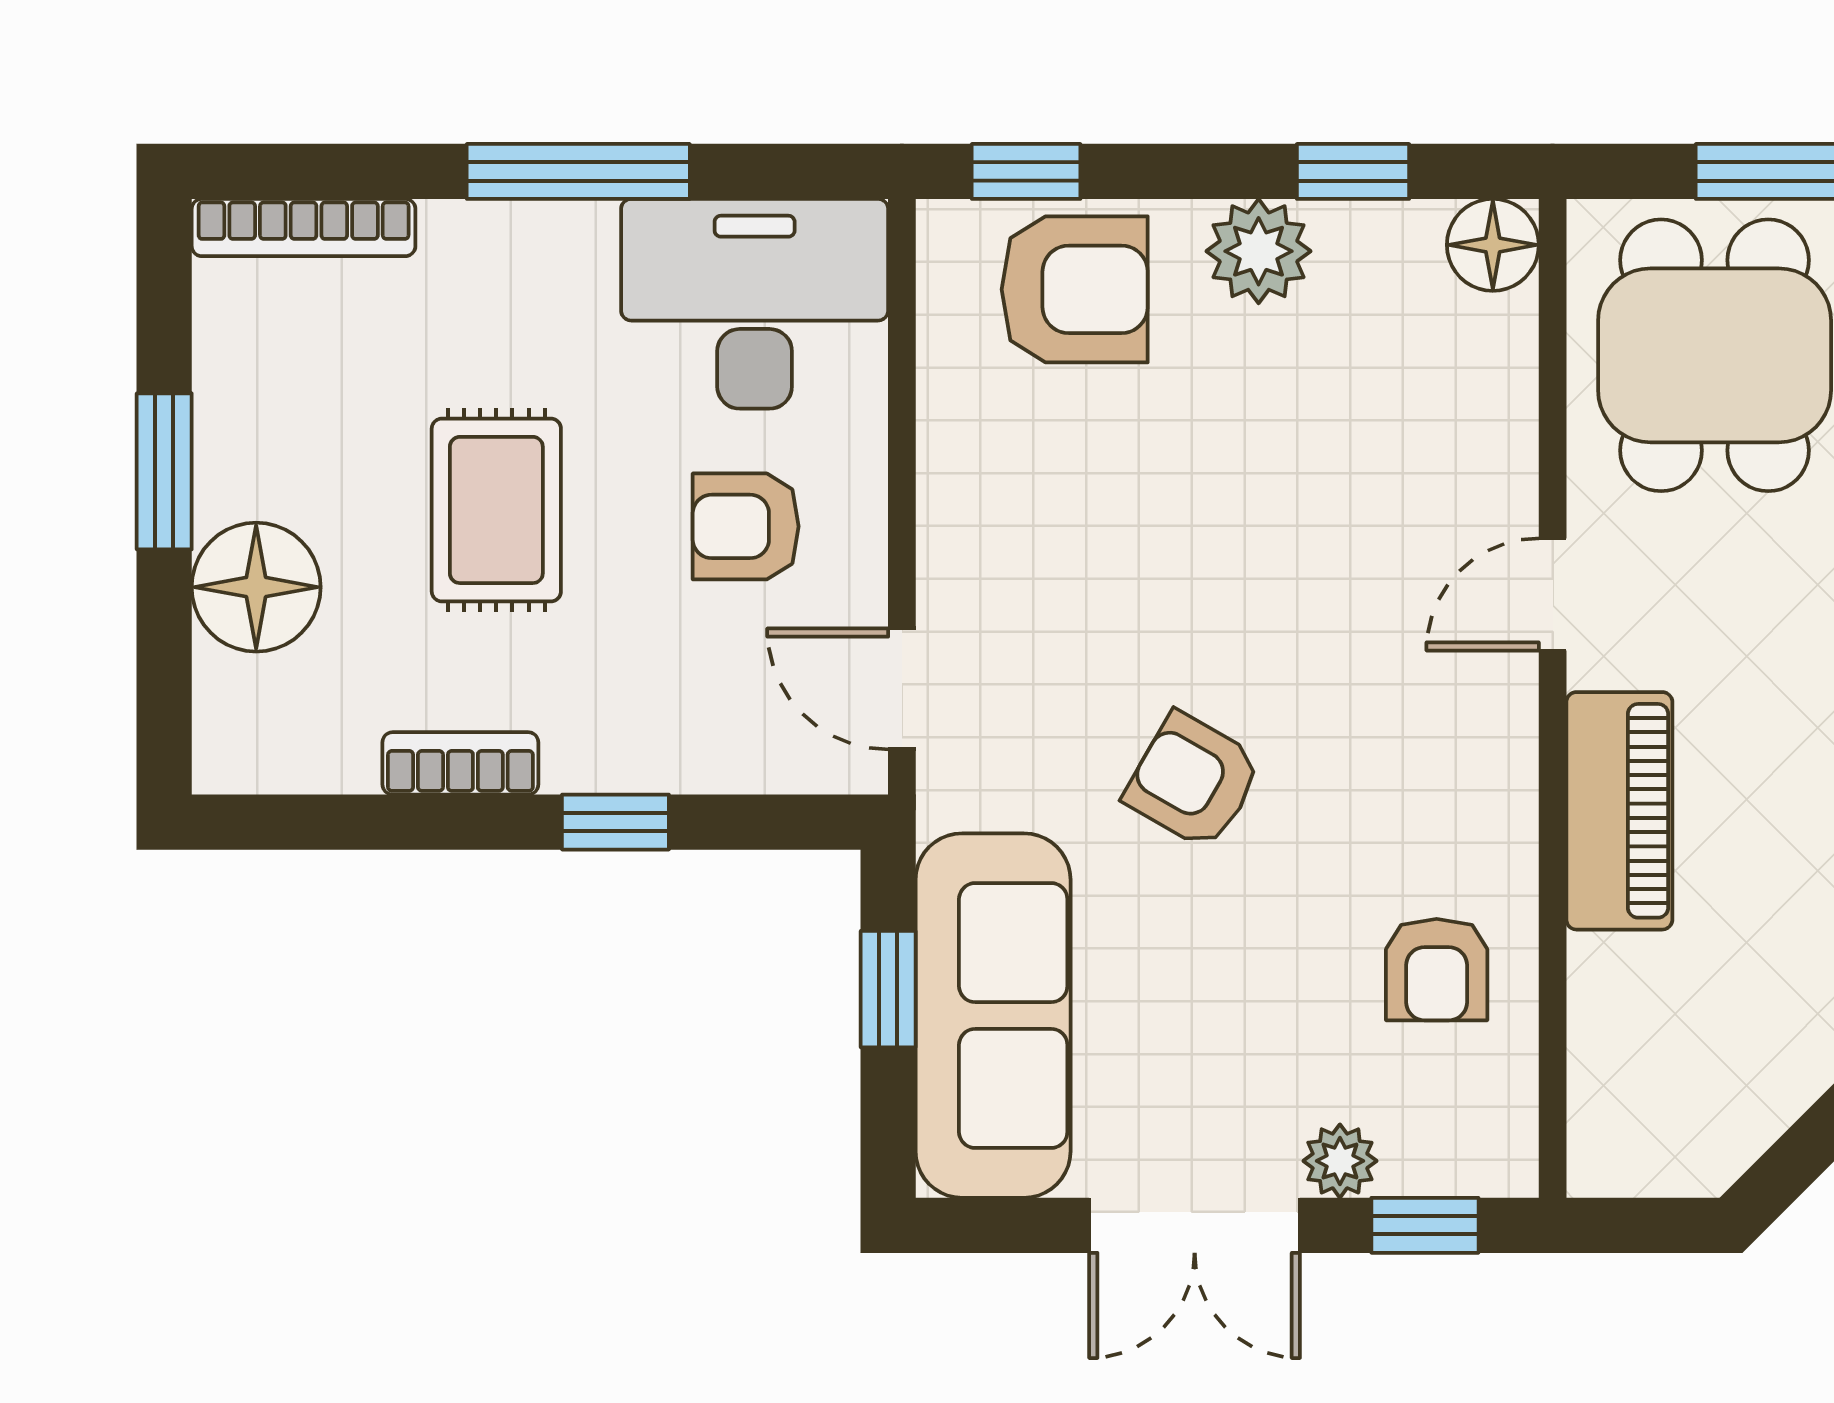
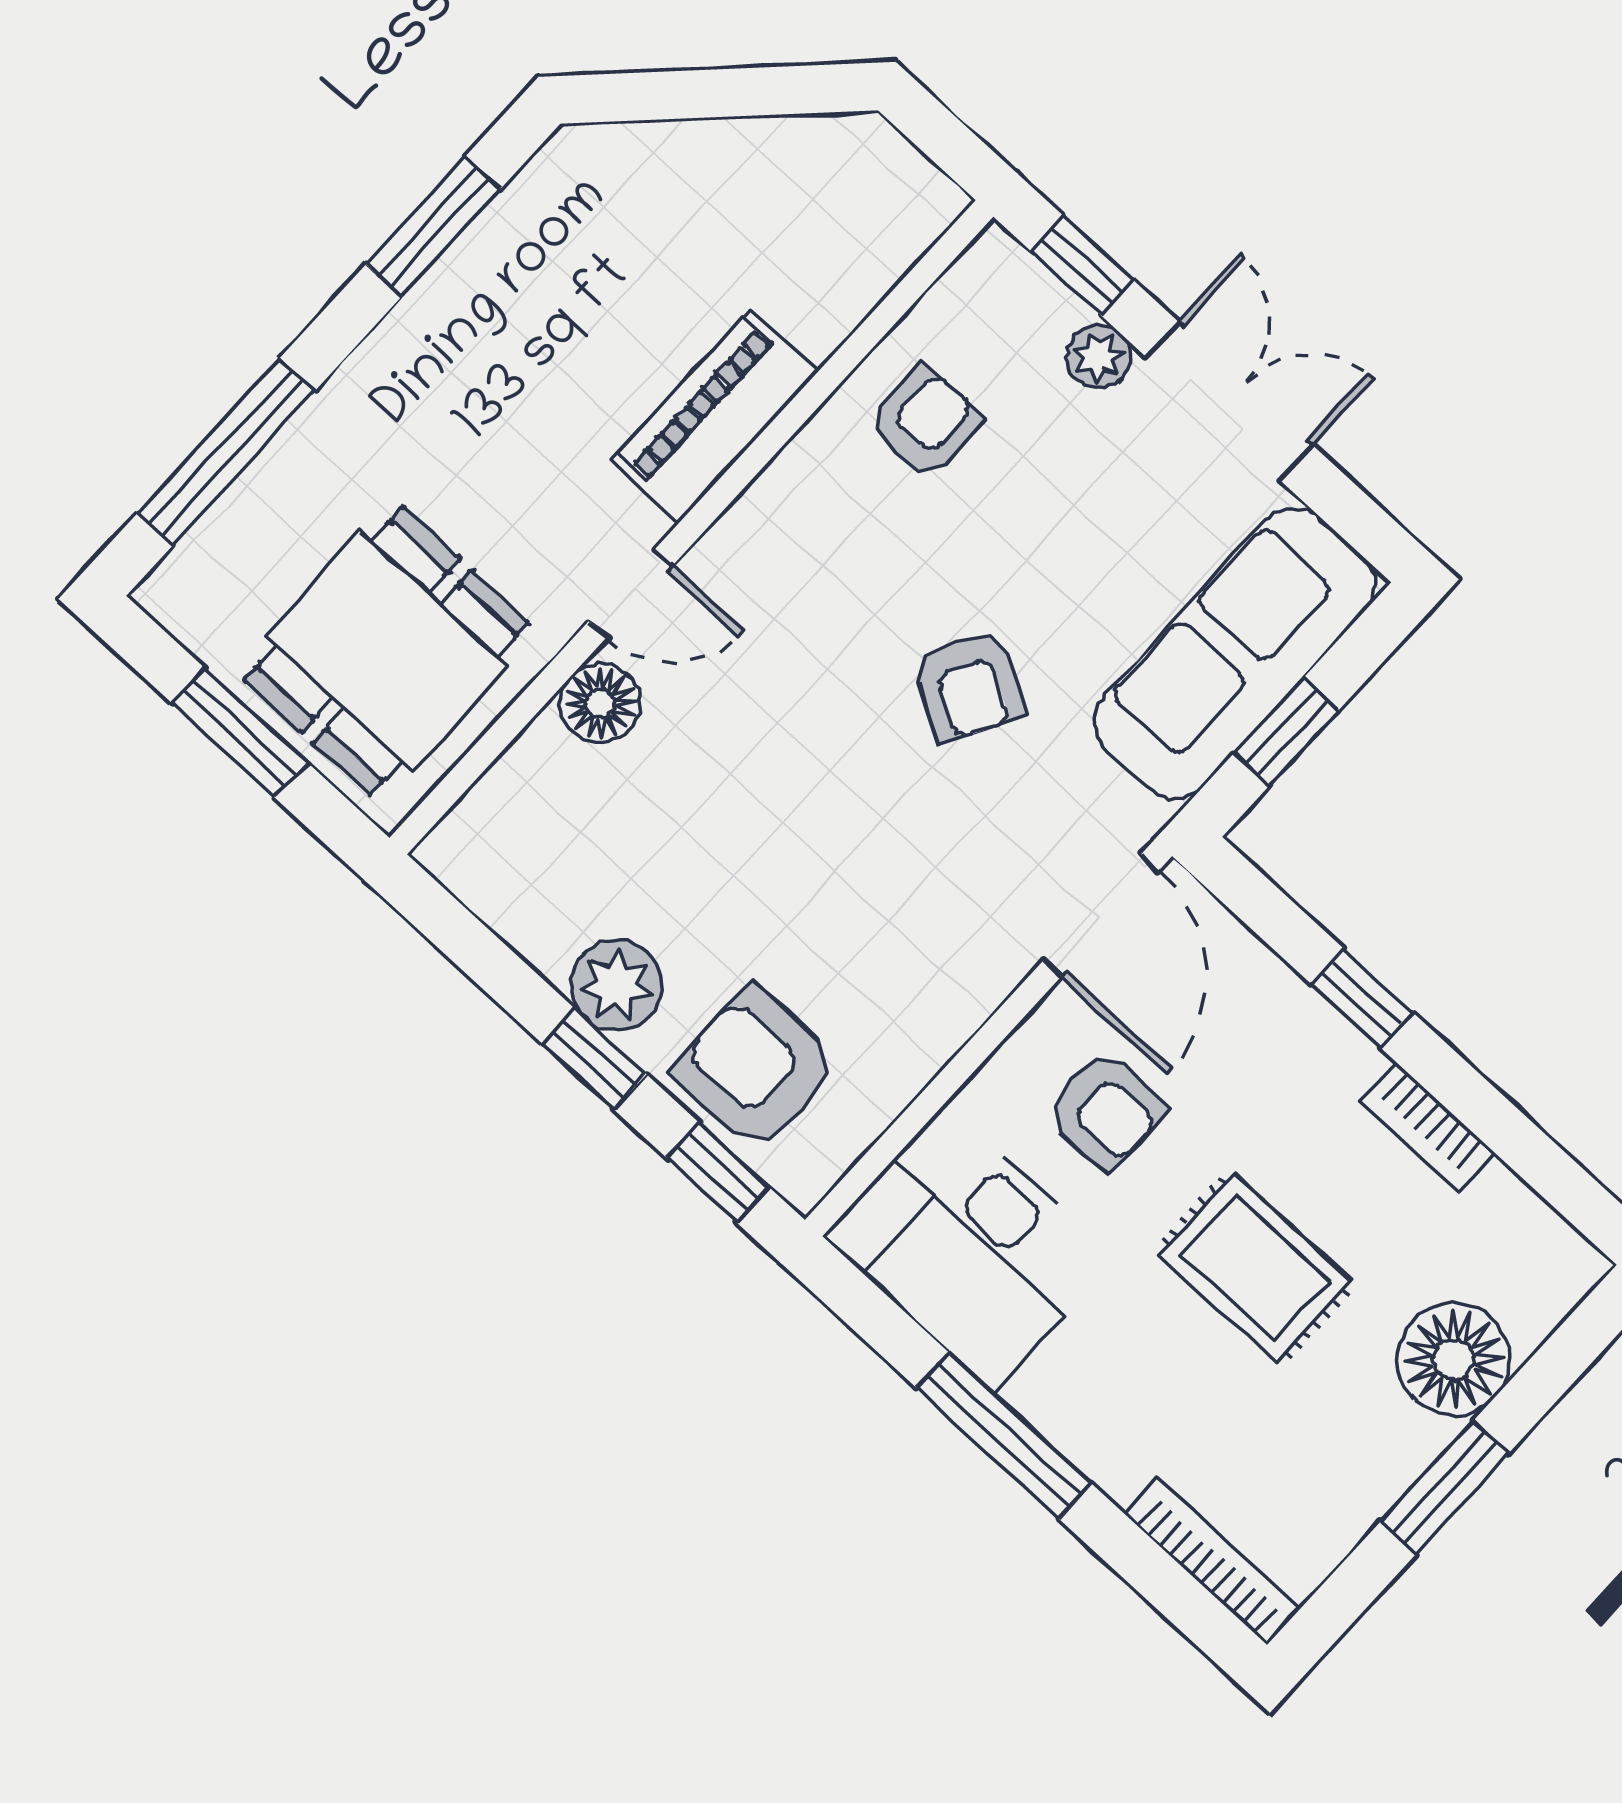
window: (1353, 171) -> (594, 1059), moved
floor lamp: (1493, 245) -> (600, 703), moved
rug: (496, 510) -> (1255, 1268), turned 90
door: (902, 689) -> (1101, 915), width x1.38

